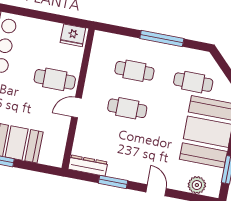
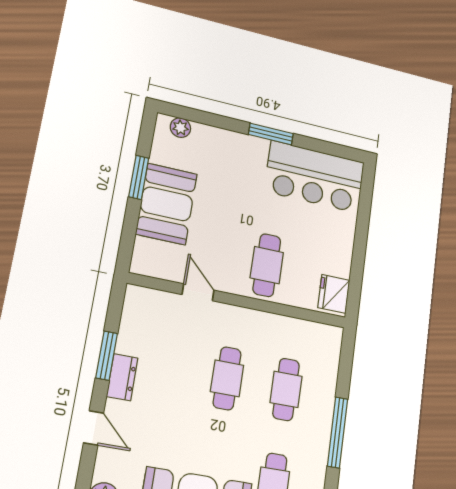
door: (77, 107) -> (198, 292), moved
dresser: (88, 165) -> (122, 377), moved, width x0.70
door: (156, 190) -> (94, 428), hinge flipped

